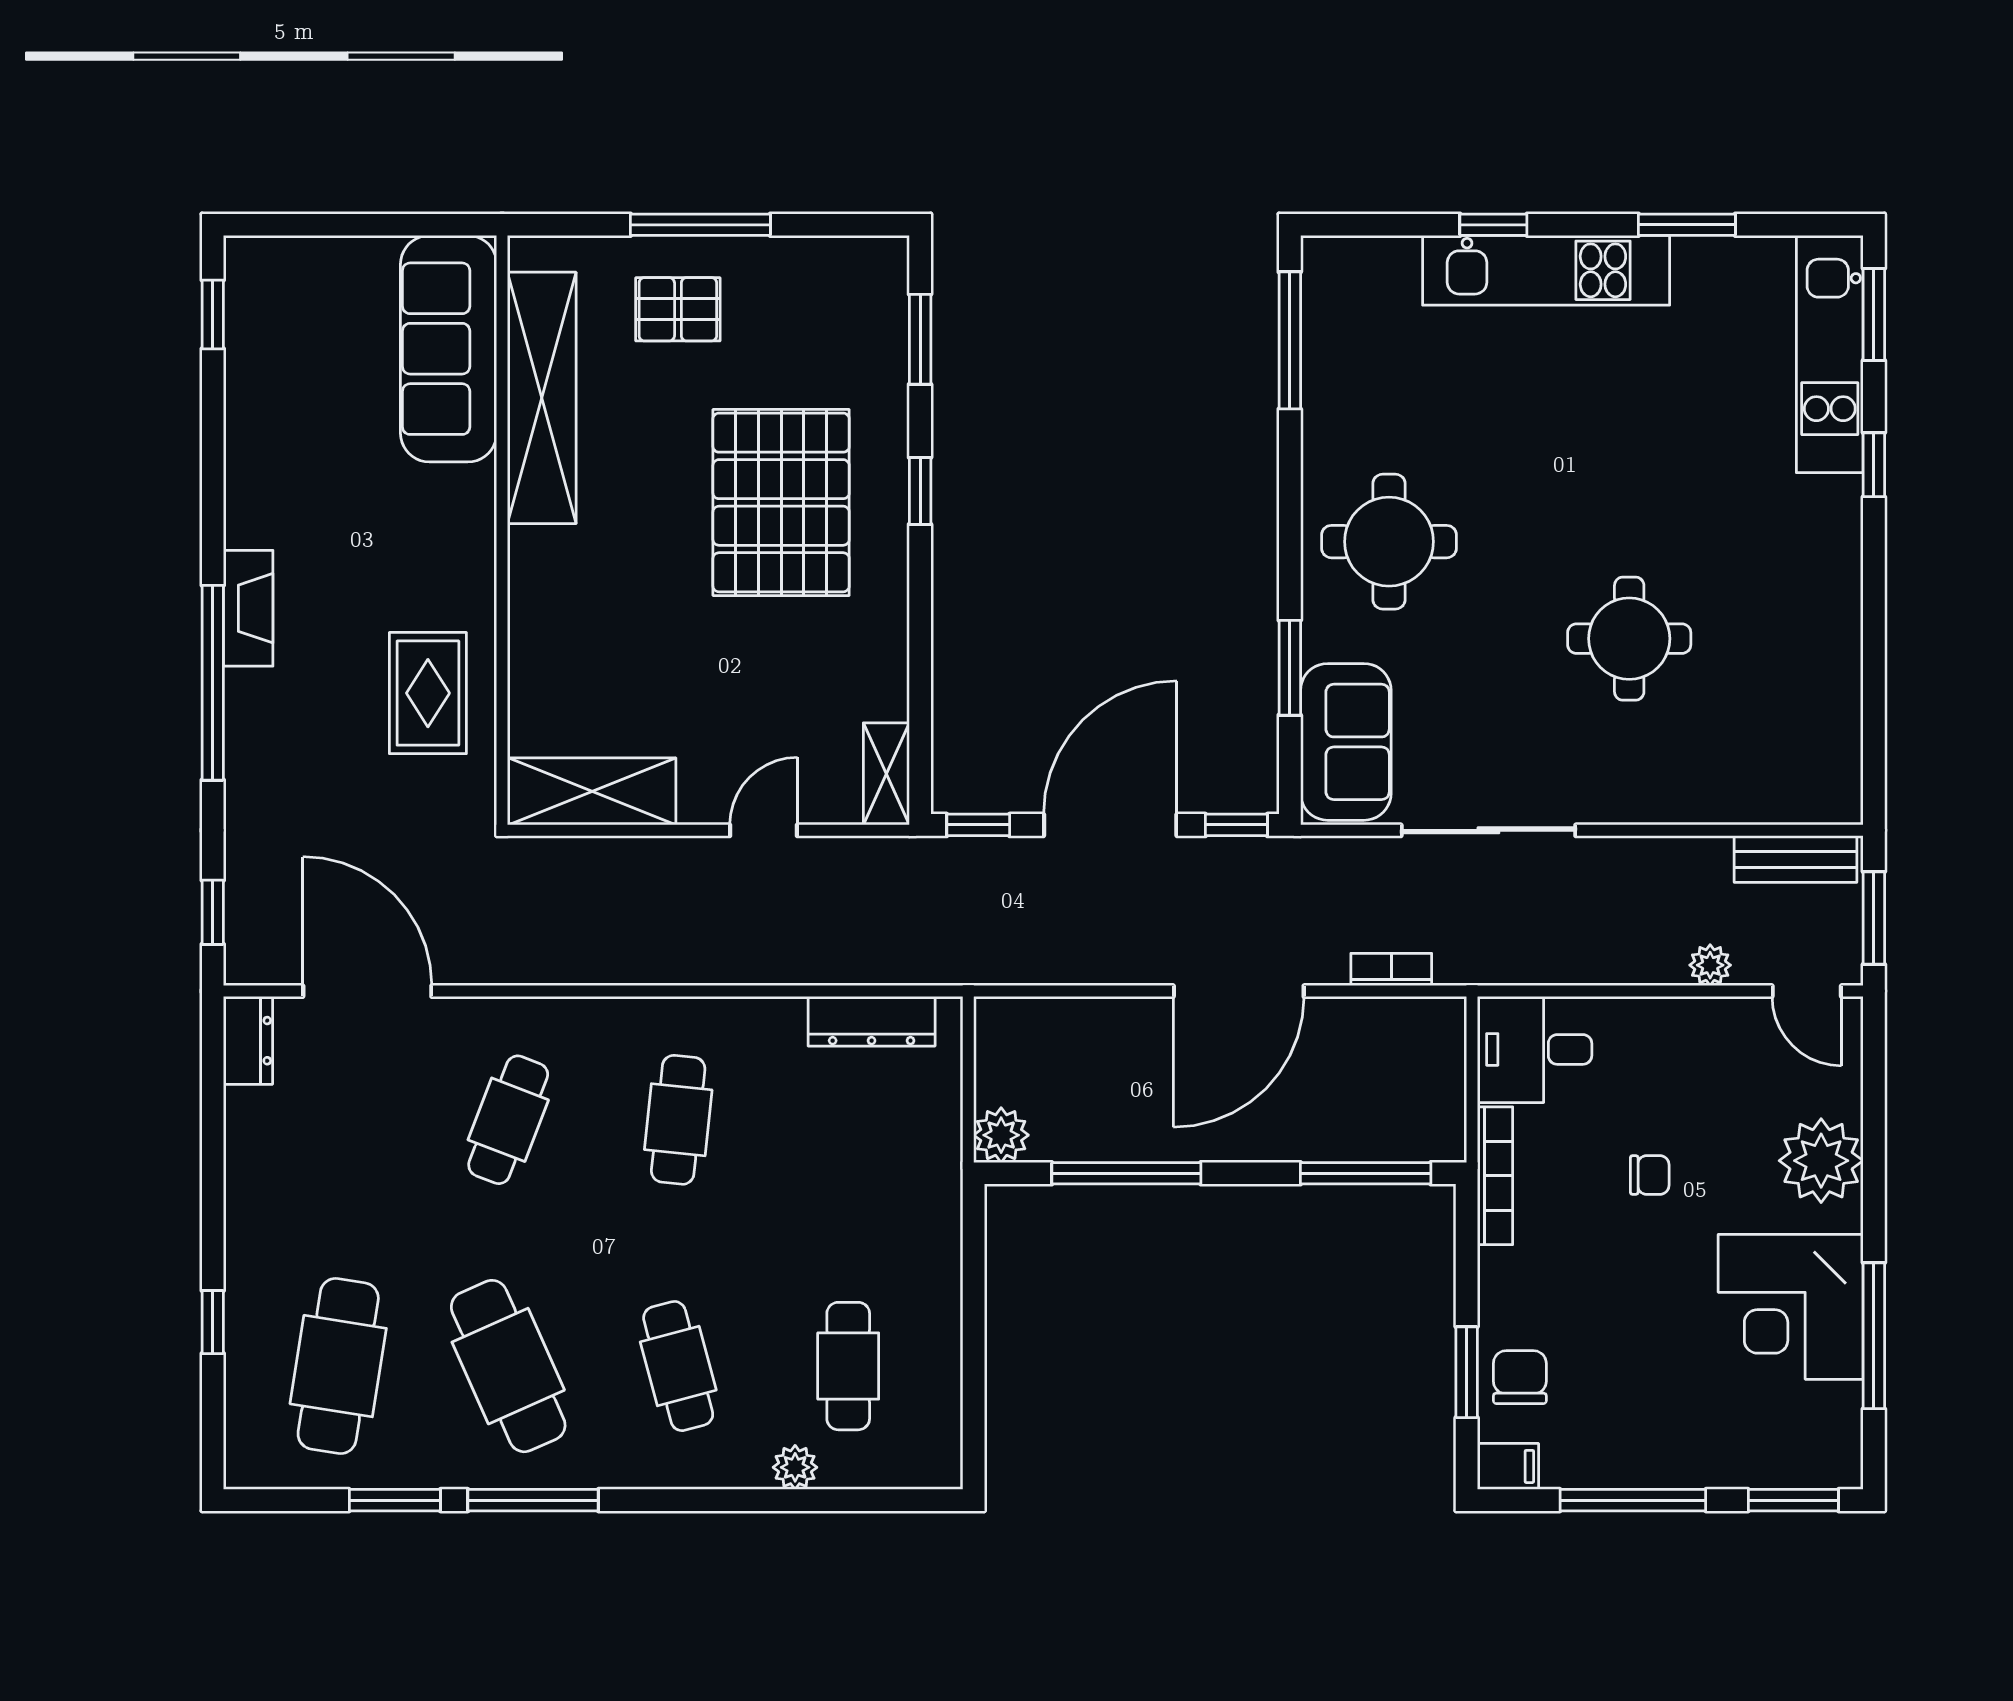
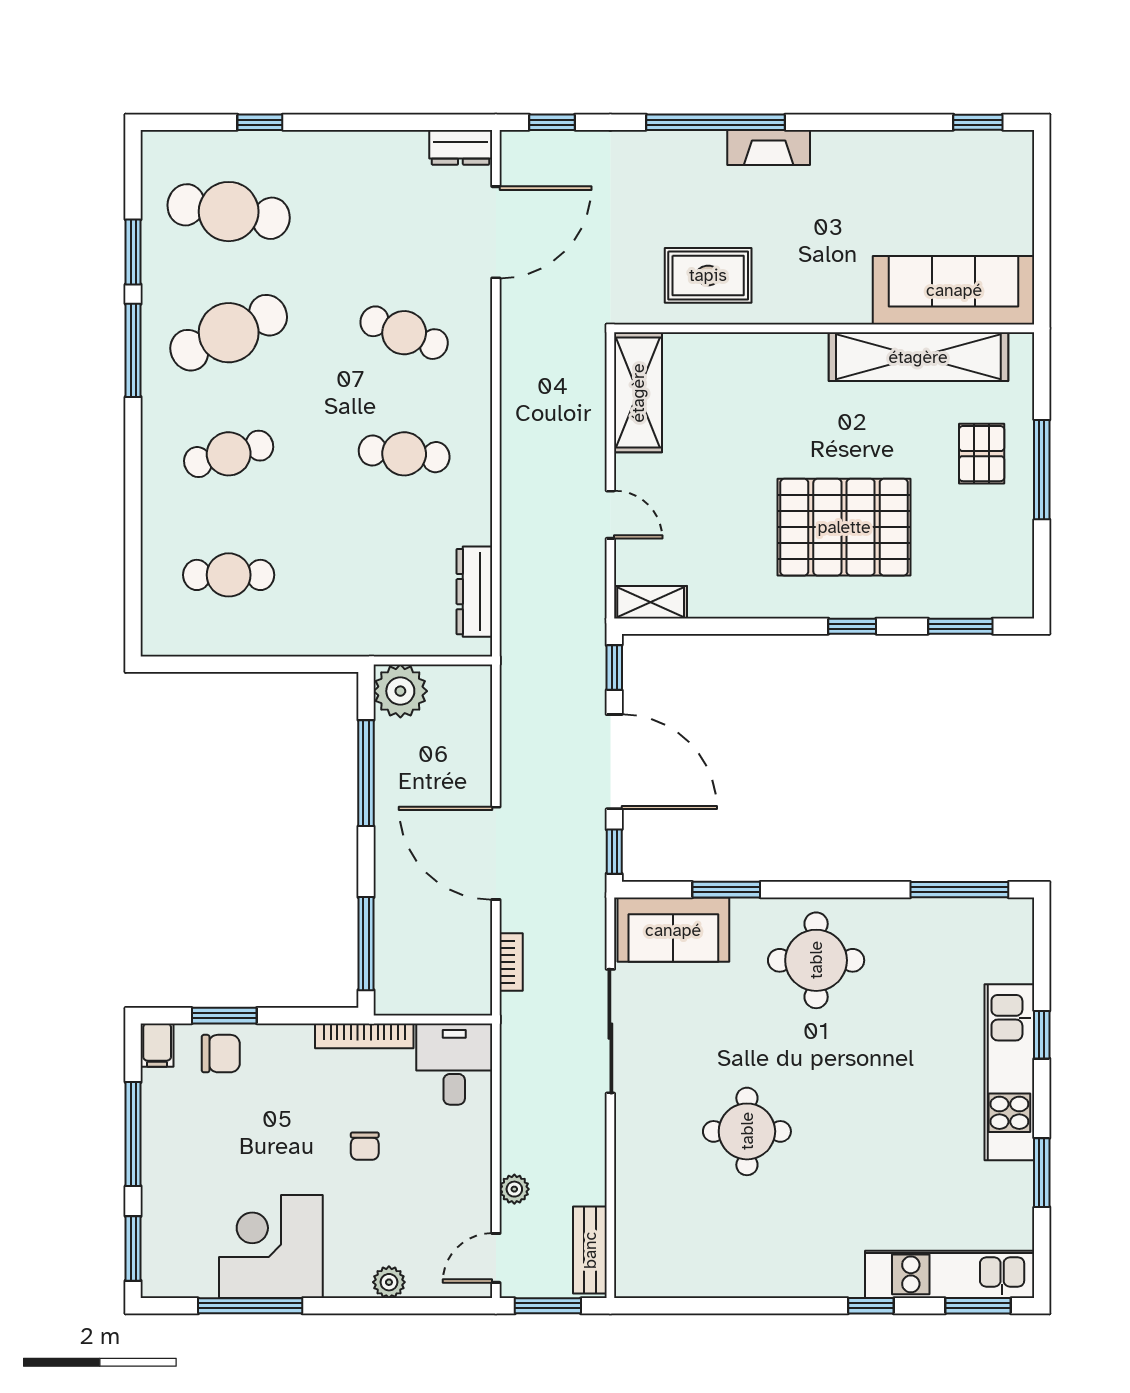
plant: (1001, 1135) -> (400, 691), width x1.36, depth x1.36
plant: (1821, 1161) -> (389, 1282), width x0.53, depth x0.53
plant: (795, 1467) -> (156, 537), removed

